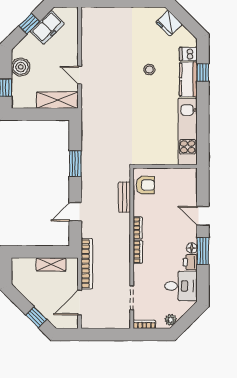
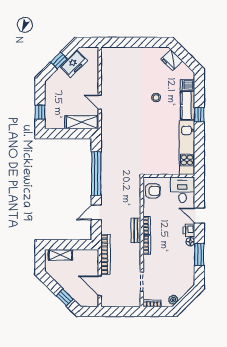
boiler: (21, 67) -> (52, 96), removed
window: (203, 72) -> (199, 115), moved
window: (75, 164) -> (96, 174), width x2.11
bench: (124, 197) -> (136, 230), moved
window: (203, 251) -> (199, 254), moved
printer: (190, 262) -> (189, 230), moved
shelving: (51, 264) -> (60, 255), moved
desk: (181, 286) -> (182, 190), moved, turned -90
door: (80, 303) -> (100, 286), hinge flipped

